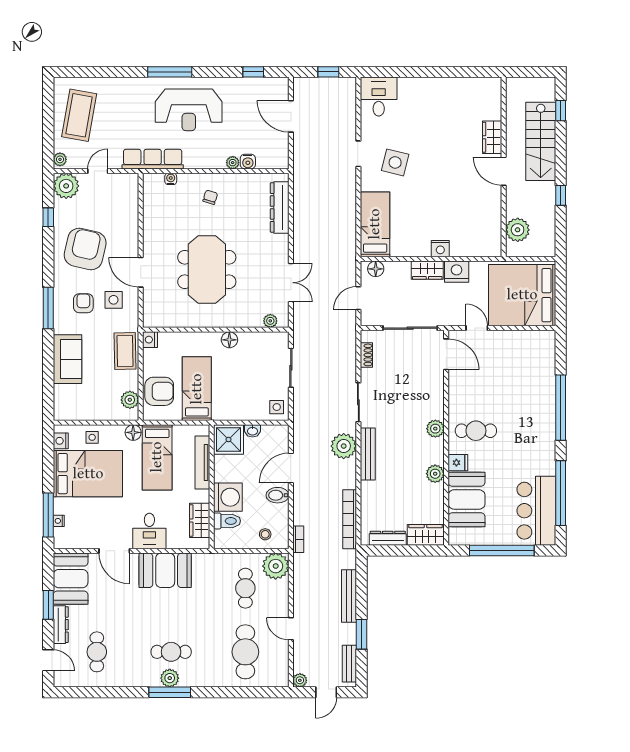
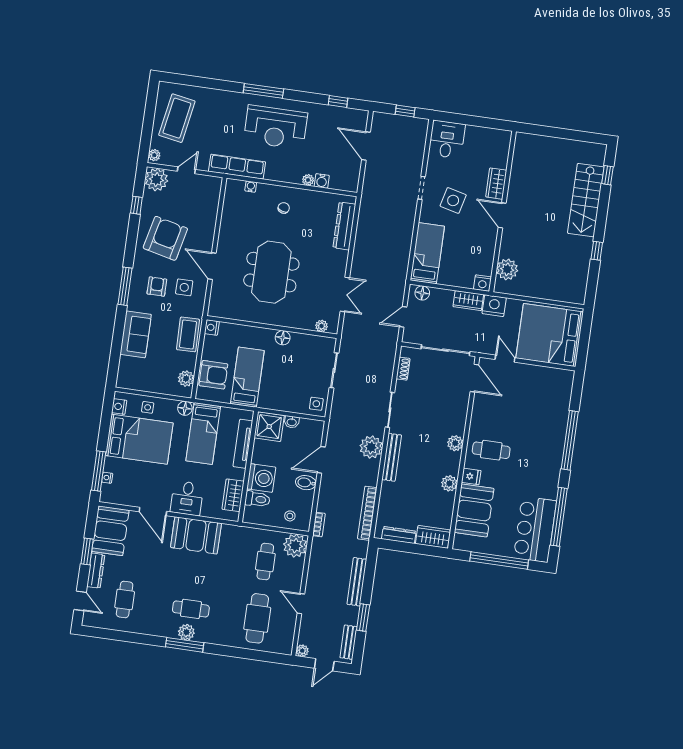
wardrobe: (492, 137) -> (496, 184), moved
wall: (504, 167) -> (503, 211), moved
door: (504, 171) -> (502, 215), moved
plant: (518, 230) -> (507, 269), moved

